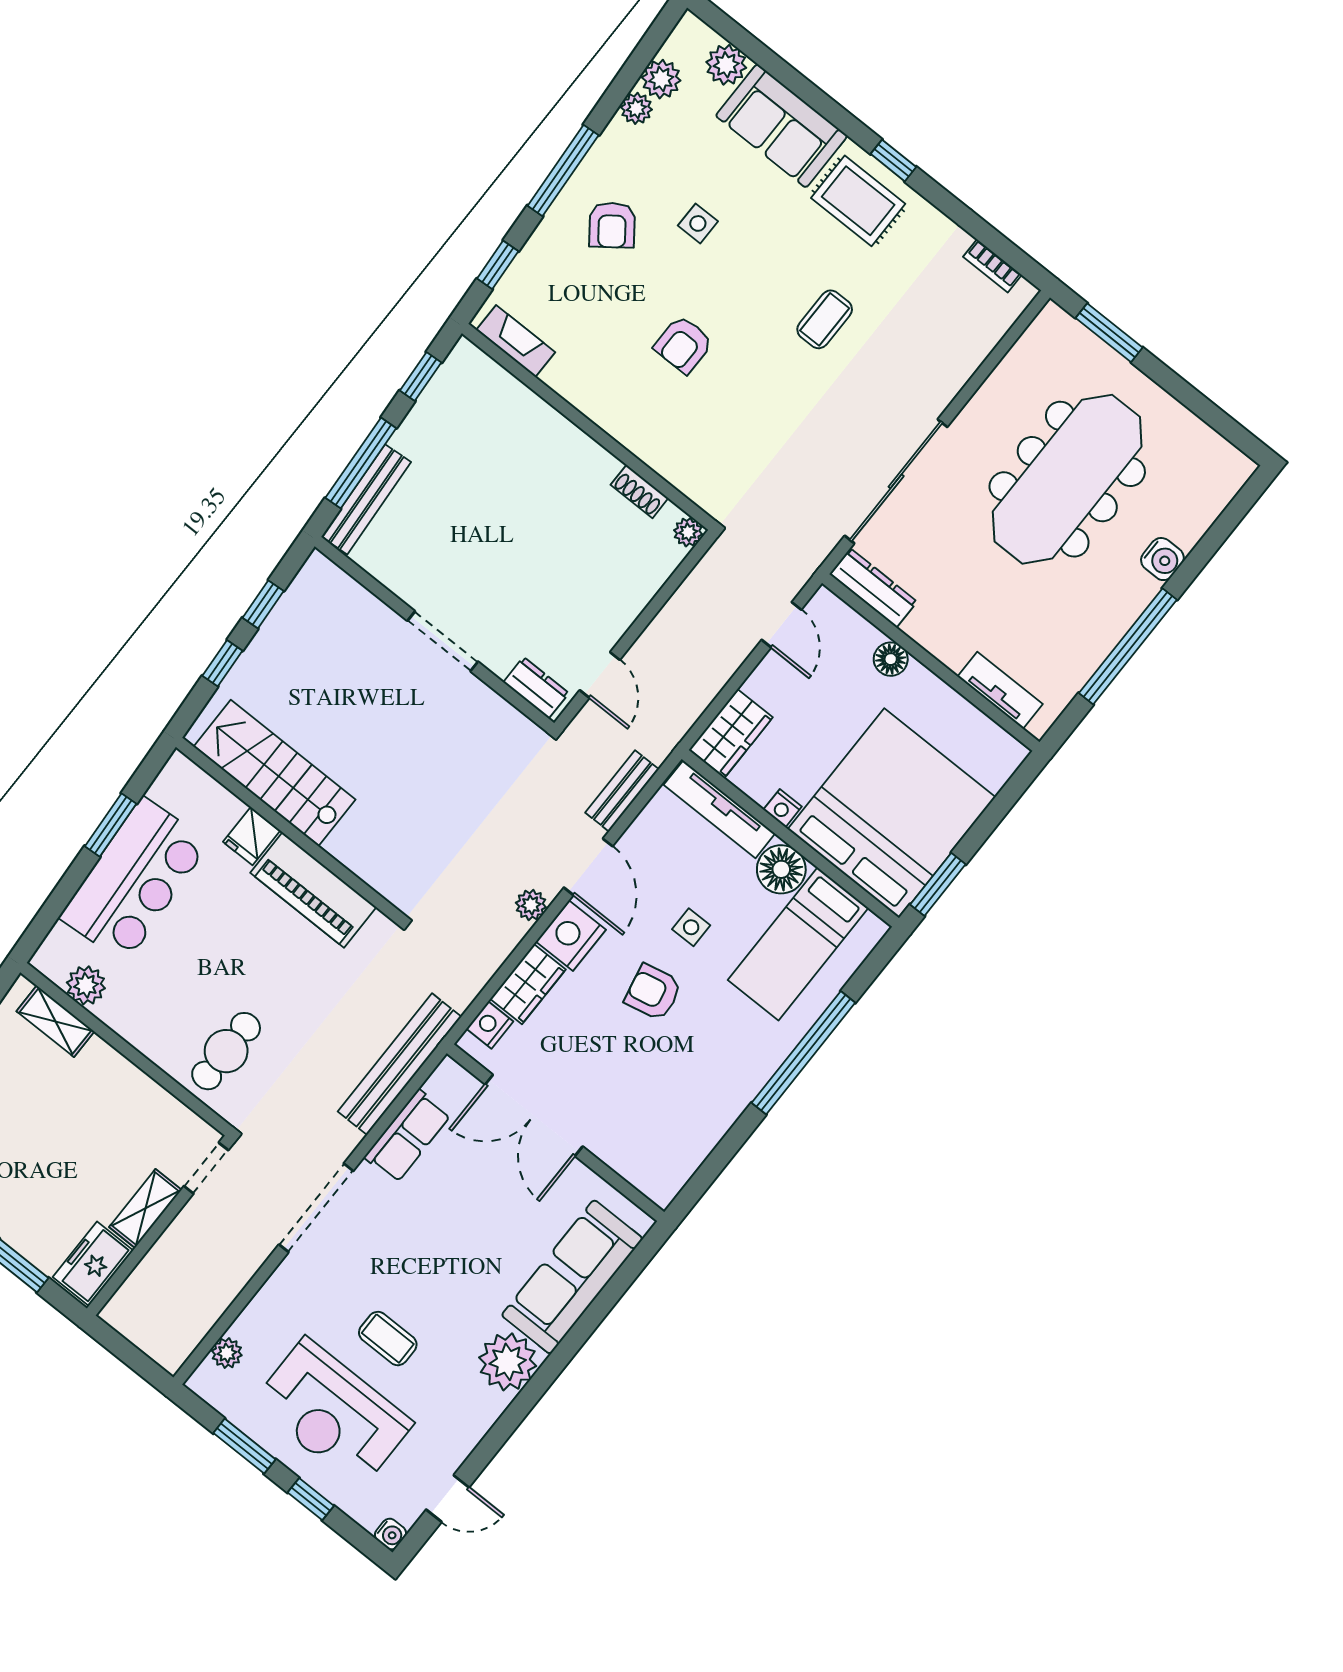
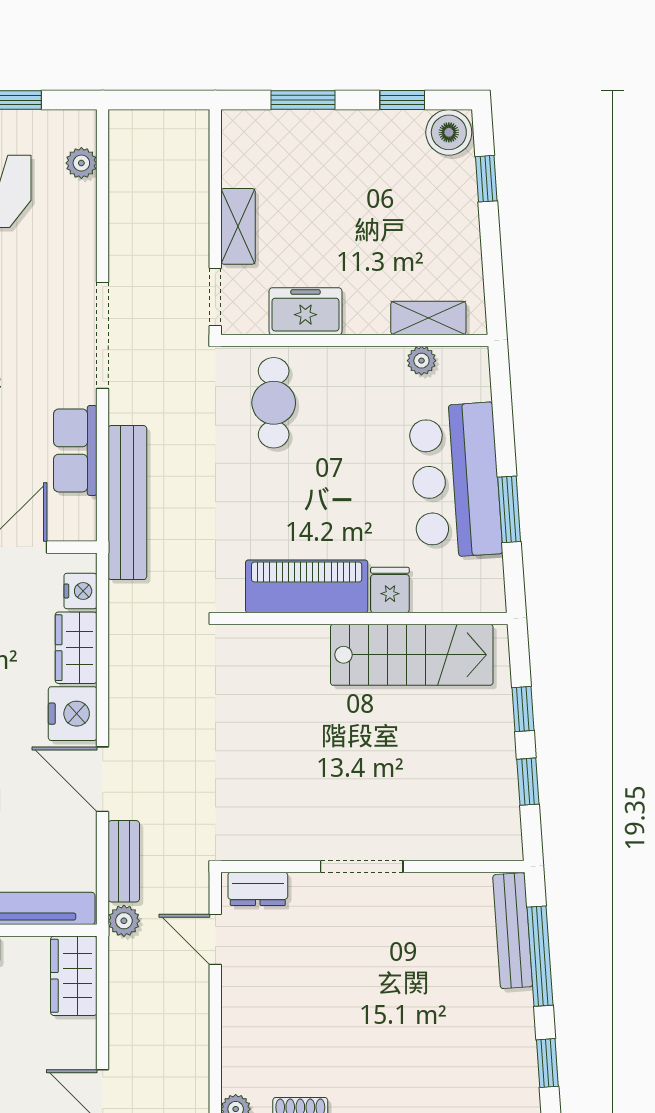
plant: (531, 905) -> (124, 921), moved
plant: (86, 985) -> (421, 361), width x0.73, depth x0.73
freezer: (93, 1264) -> (305, 311), moved, turned -90

